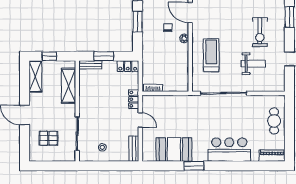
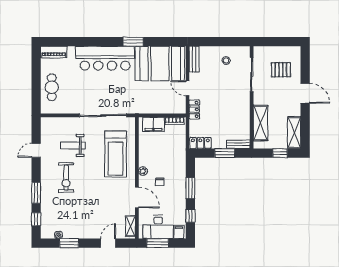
exercise bike: (260, 32) -> (66, 178), turned 180
treadmill: (211, 55) -> (116, 154), width x1.37, depth x1.38
filing cabinet: (174, 84) -> (153, 124), added
booth: (174, 149) -> (160, 63), width x1.36, depth x1.42
bar counter: (229, 150) -> (105, 58), width x1.36

